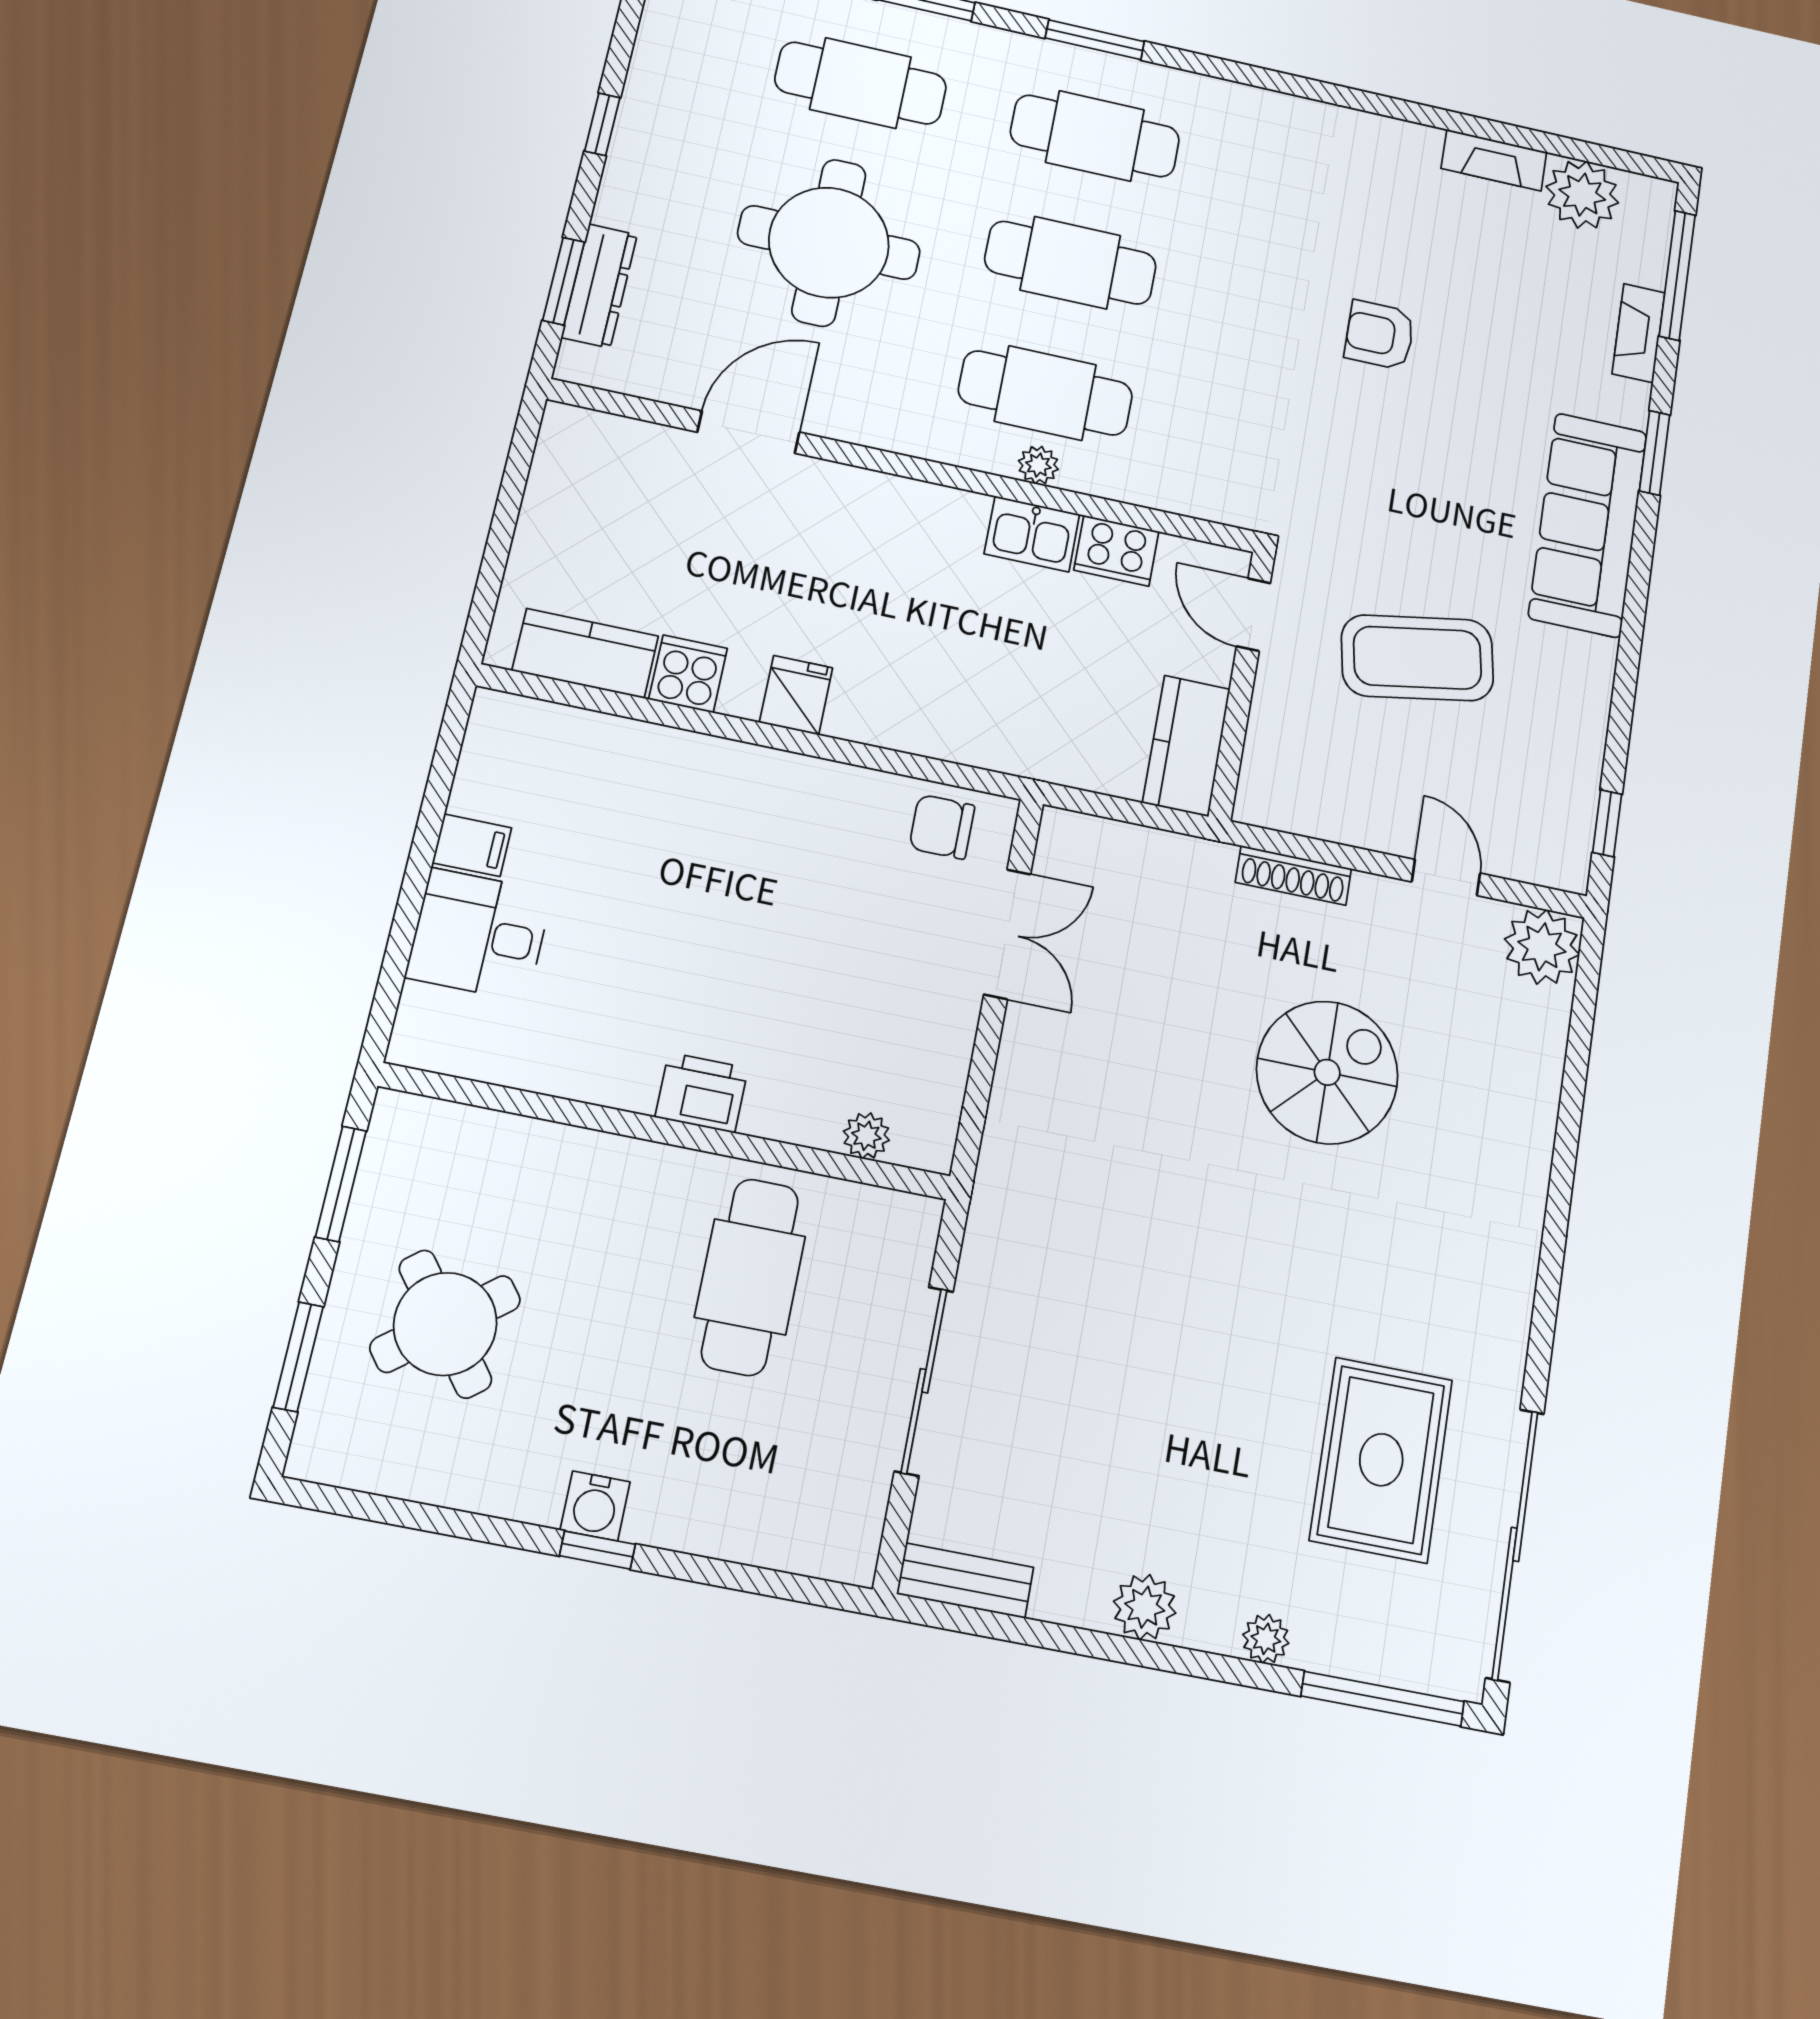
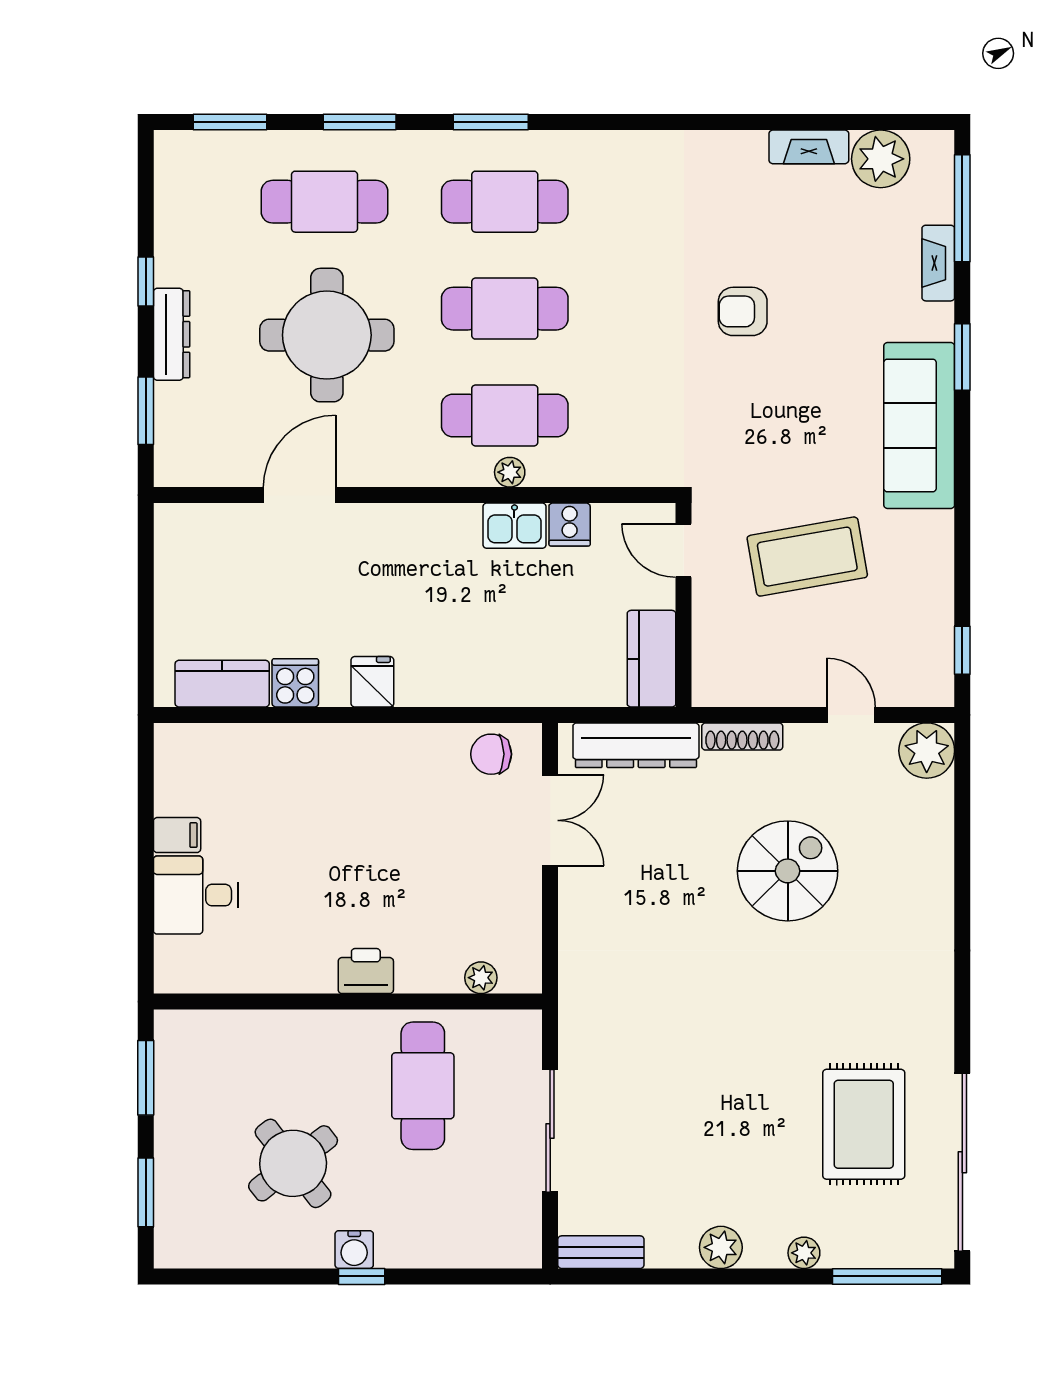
dresser: (599, 286) -> (172, 334), moved
cooker: (1116, 551) -> (570, 525), width x0.73
dresser: (1145, 857) -> (636, 745), added
round table: (445, 1324) -> (293, 1163), moved

